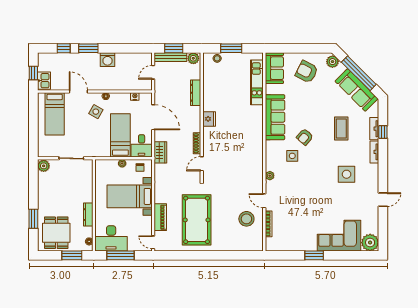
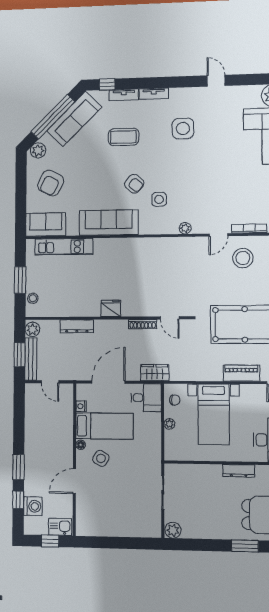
washing machine: (108, 60) -> (33, 506), moved
bed: (55, 114) -> (104, 514), removed
window: (383, 132) -> (107, 84), moved
bed: (120, 135) -> (104, 426), moved, turned 180

